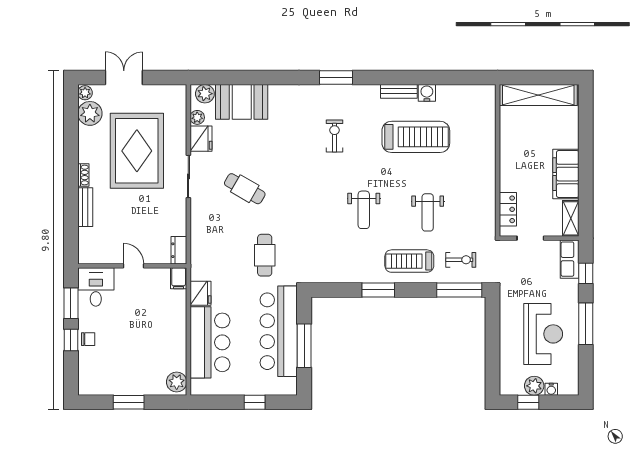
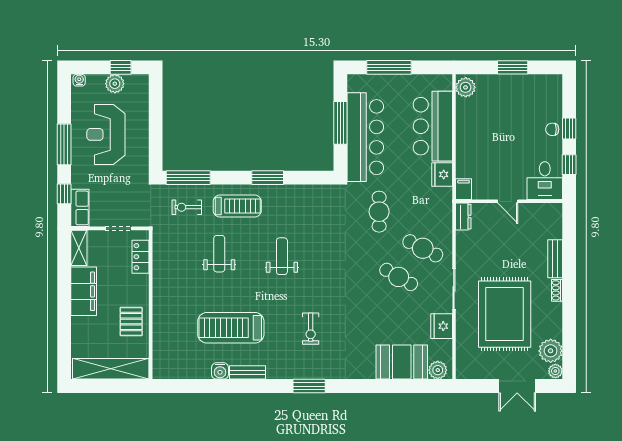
plant: (197, 117) -> (445, 347), removed
pallet: (518, 143) -> (131, 321), added
cafe table: (220, 218) -> (423, 248), added
window: (71, 303) -> (569, 165), width x0.67
water cooler: (551, 389) -> (79, 80), moved
window: (255, 402) -> (389, 67), width x2.17

